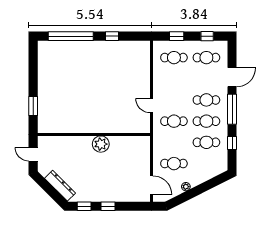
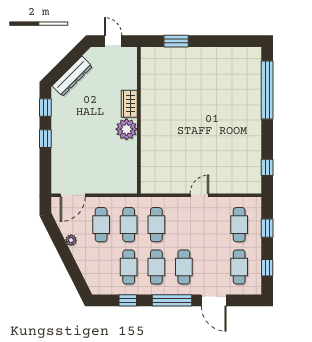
window: (112, 36) -> (267, 167), moved
door: (151, 106) -> (199, 195), moved
wardrobe: (81, 142) -> (129, 104), added
cafe table: (174, 142) -> (129, 225), added
door: (33, 154) -> (113, 41), hinge flipped

